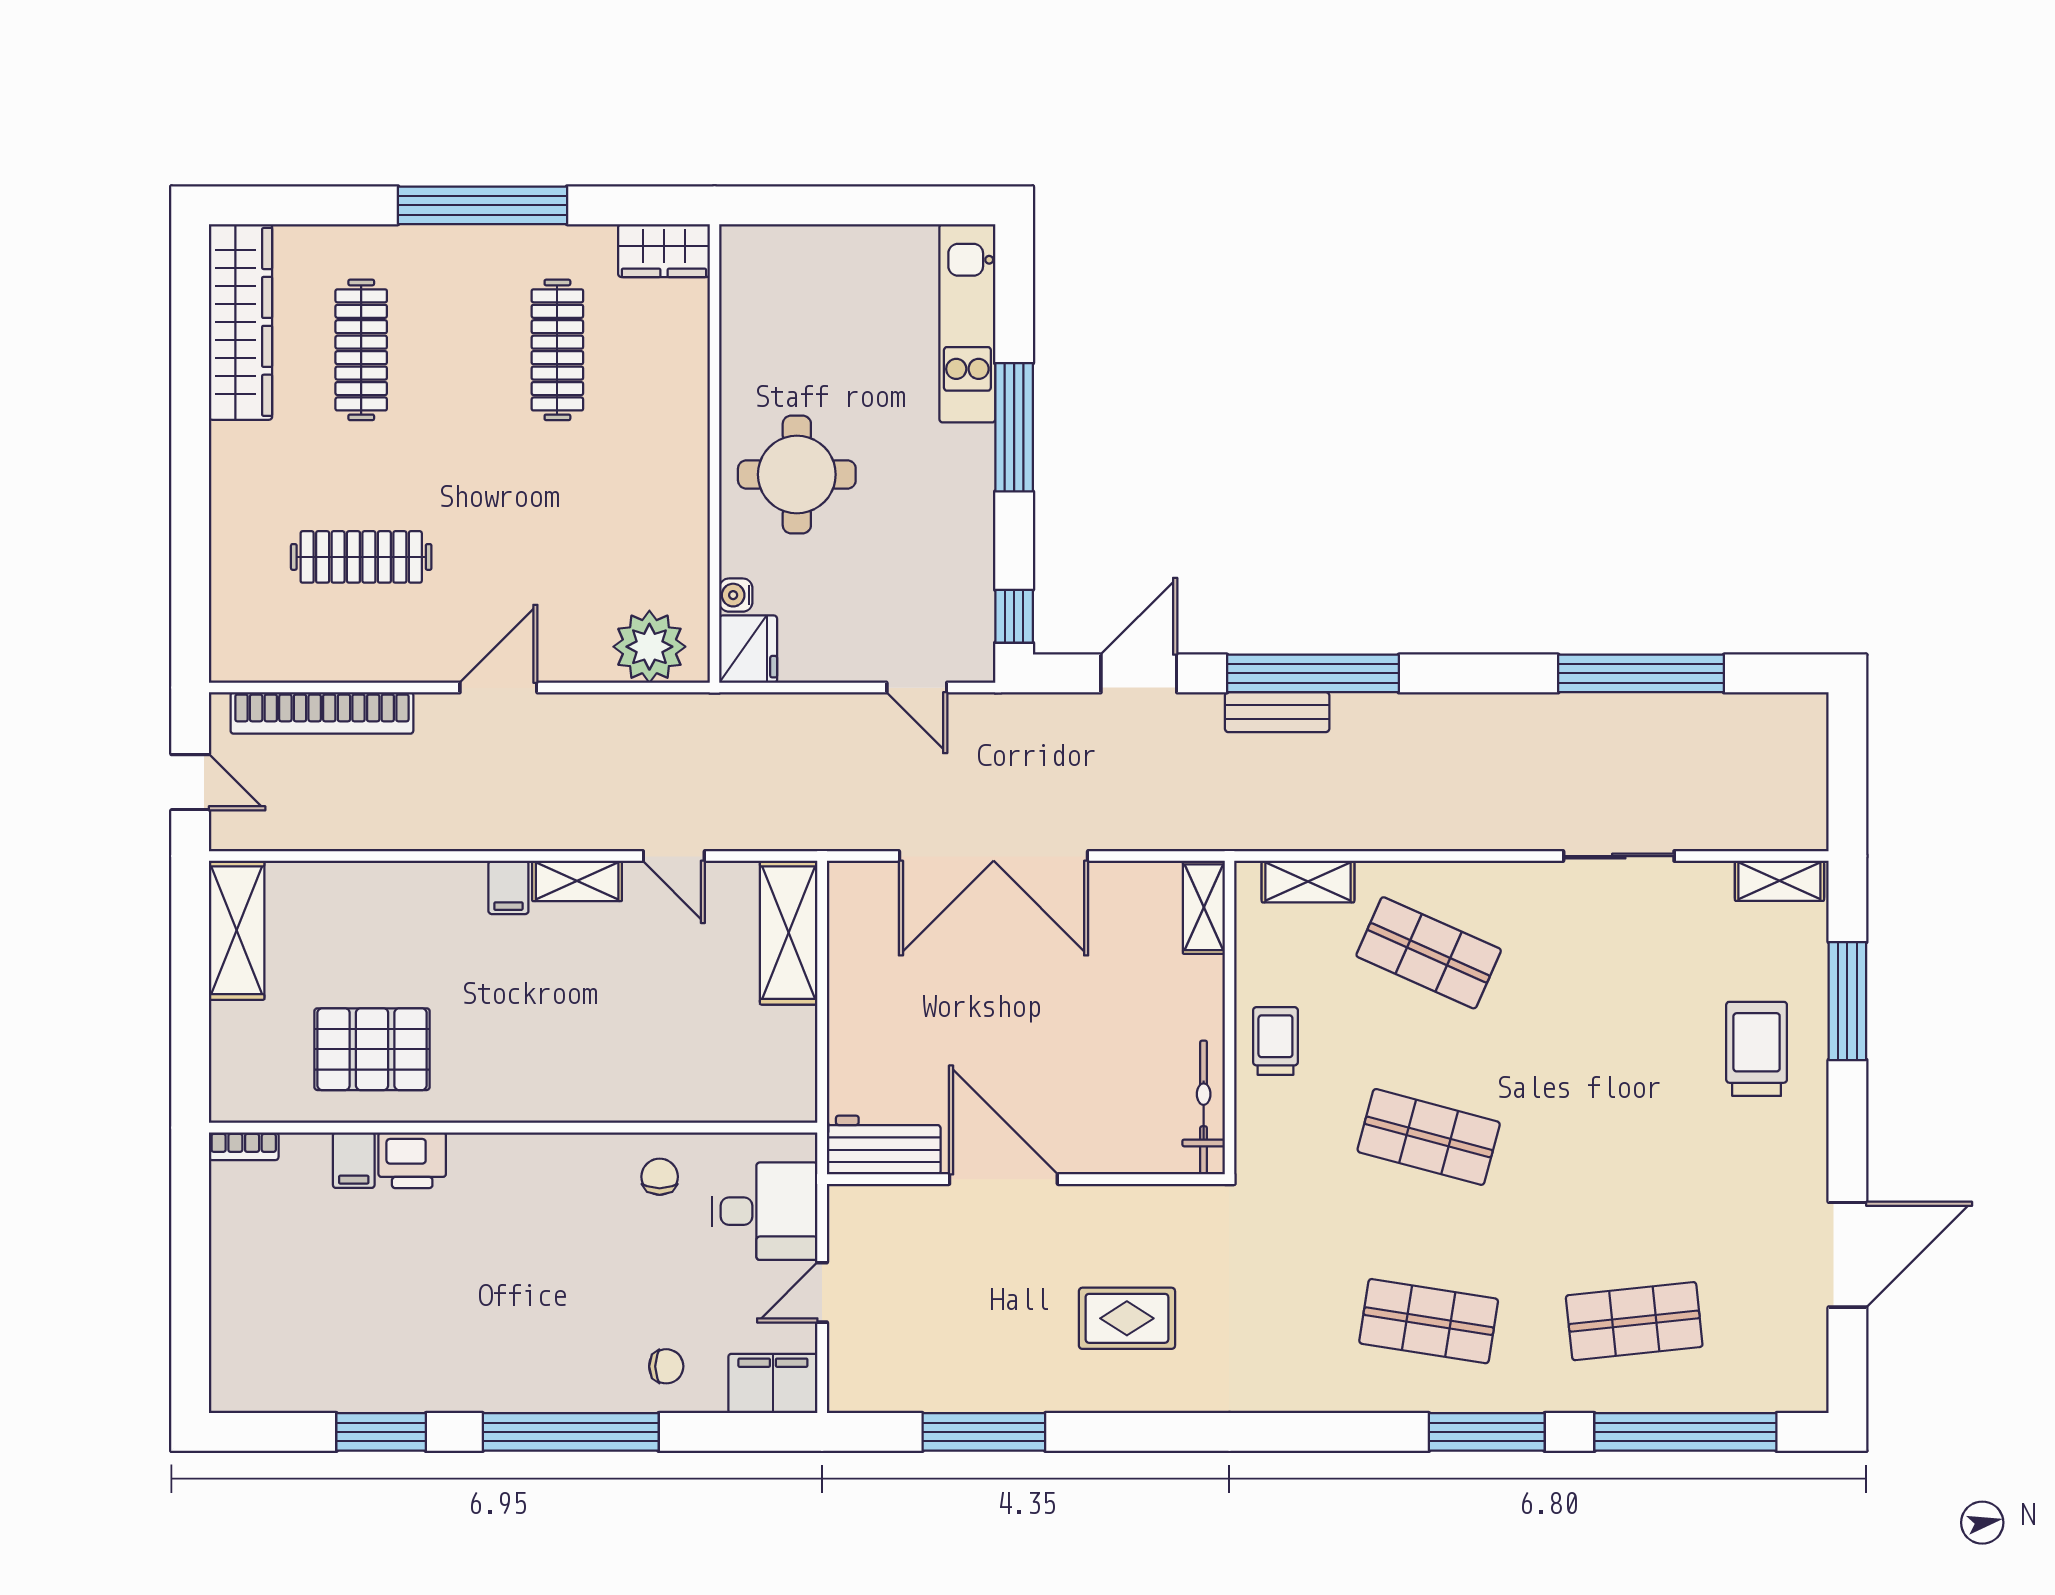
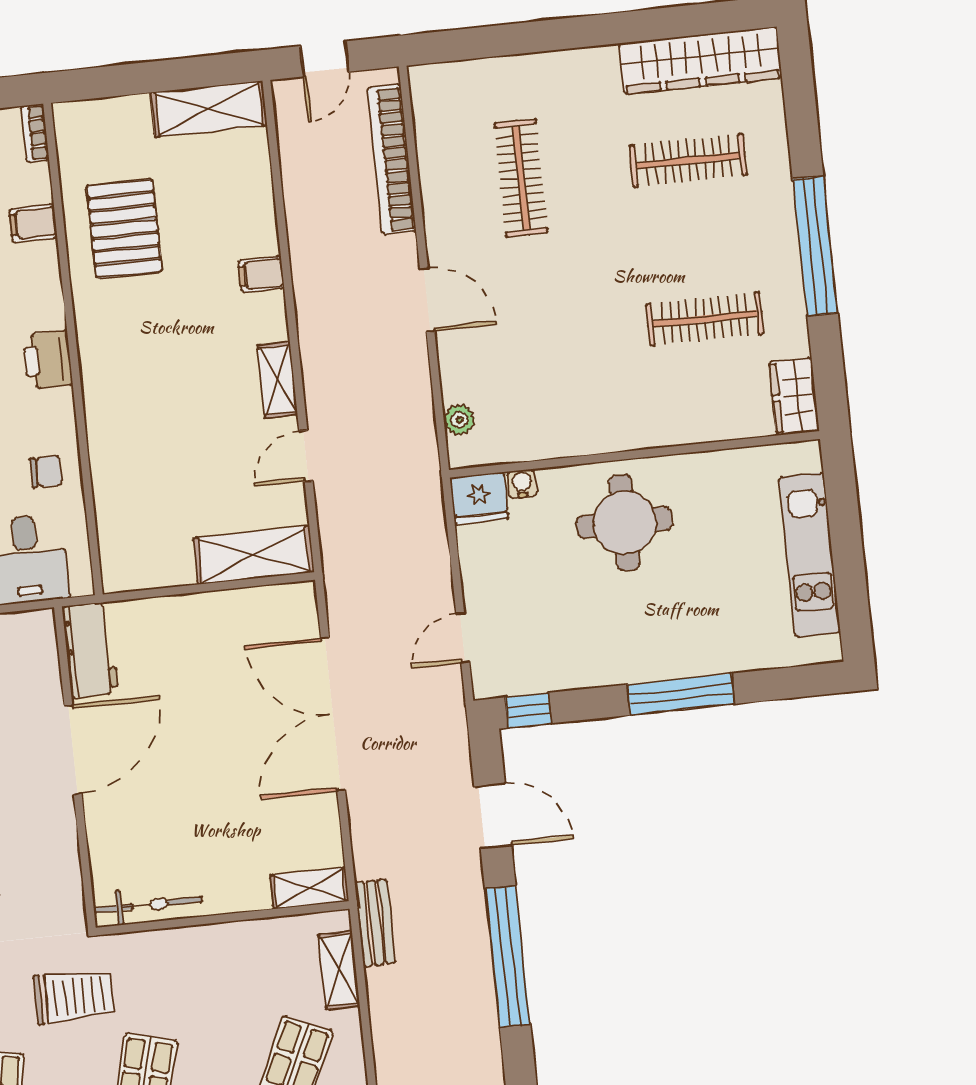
kitchen unit: (967, 323) -> (810, 555), moved, turned -90
plant: (649, 647) -> (459, 420), width x0.53, depth x0.53
bench: (1277, 712) -> (375, 923), moved
filing cabinet: (508, 887) -> (261, 274), moved
trolley: (1275, 1041) -> (74, 996), moved, width x1.36, depth x1.39
printer: (412, 1160) -> (47, 360), moved

